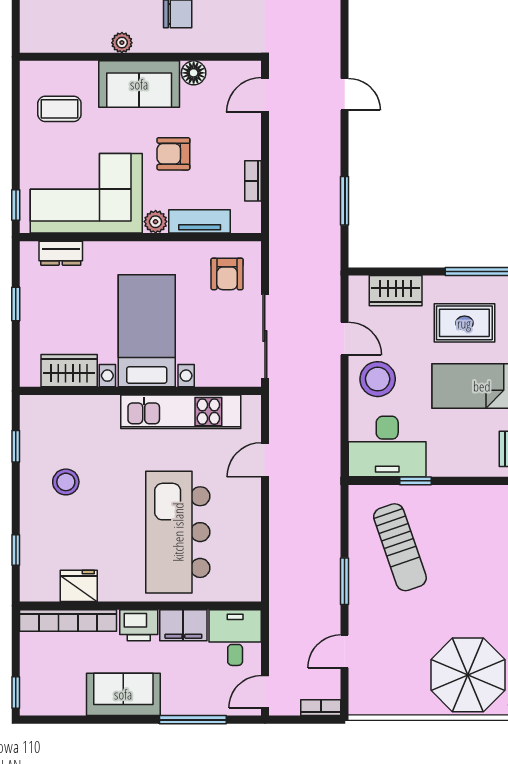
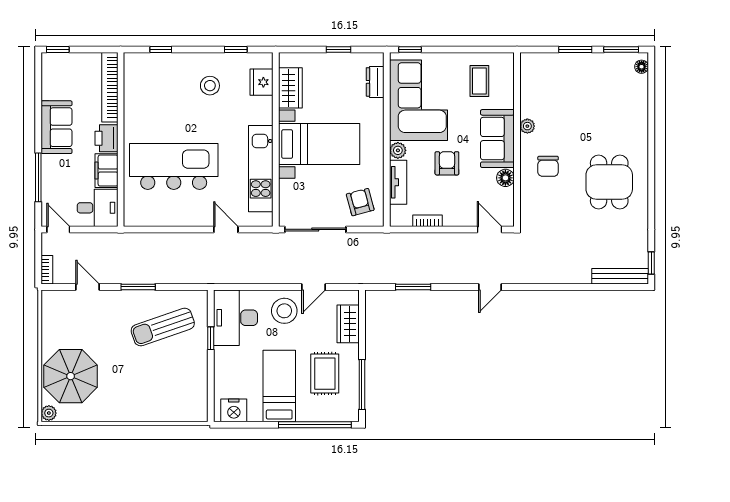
armchair: (227, 274) -> (360, 202), turned 75
fridge: (79, 586) -> (261, 82), moved, turned 180

